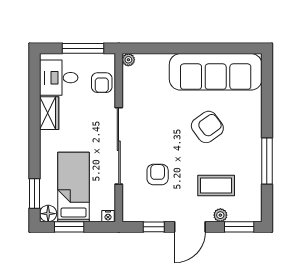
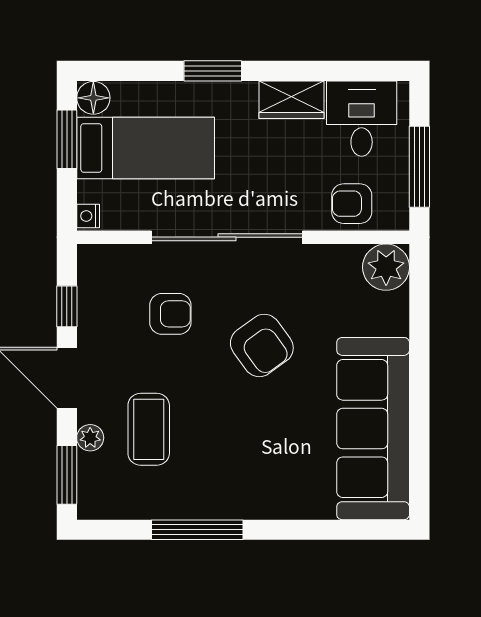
plant: (128, 60) -> (386, 267), width x1.88, depth x1.88
armchair: (207, 127) -> (262, 345), moved
window: (35, 193) -> (213, 71), moved

